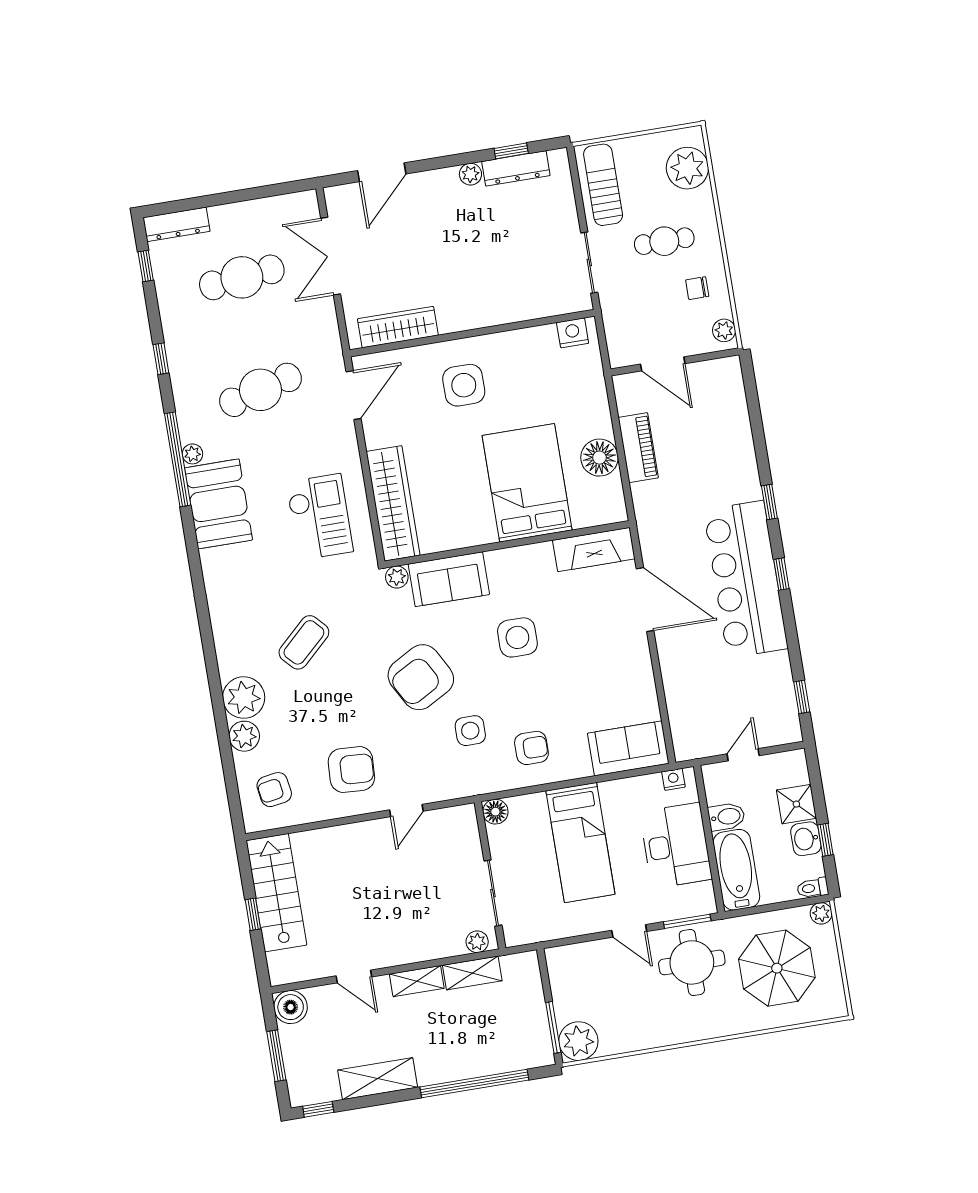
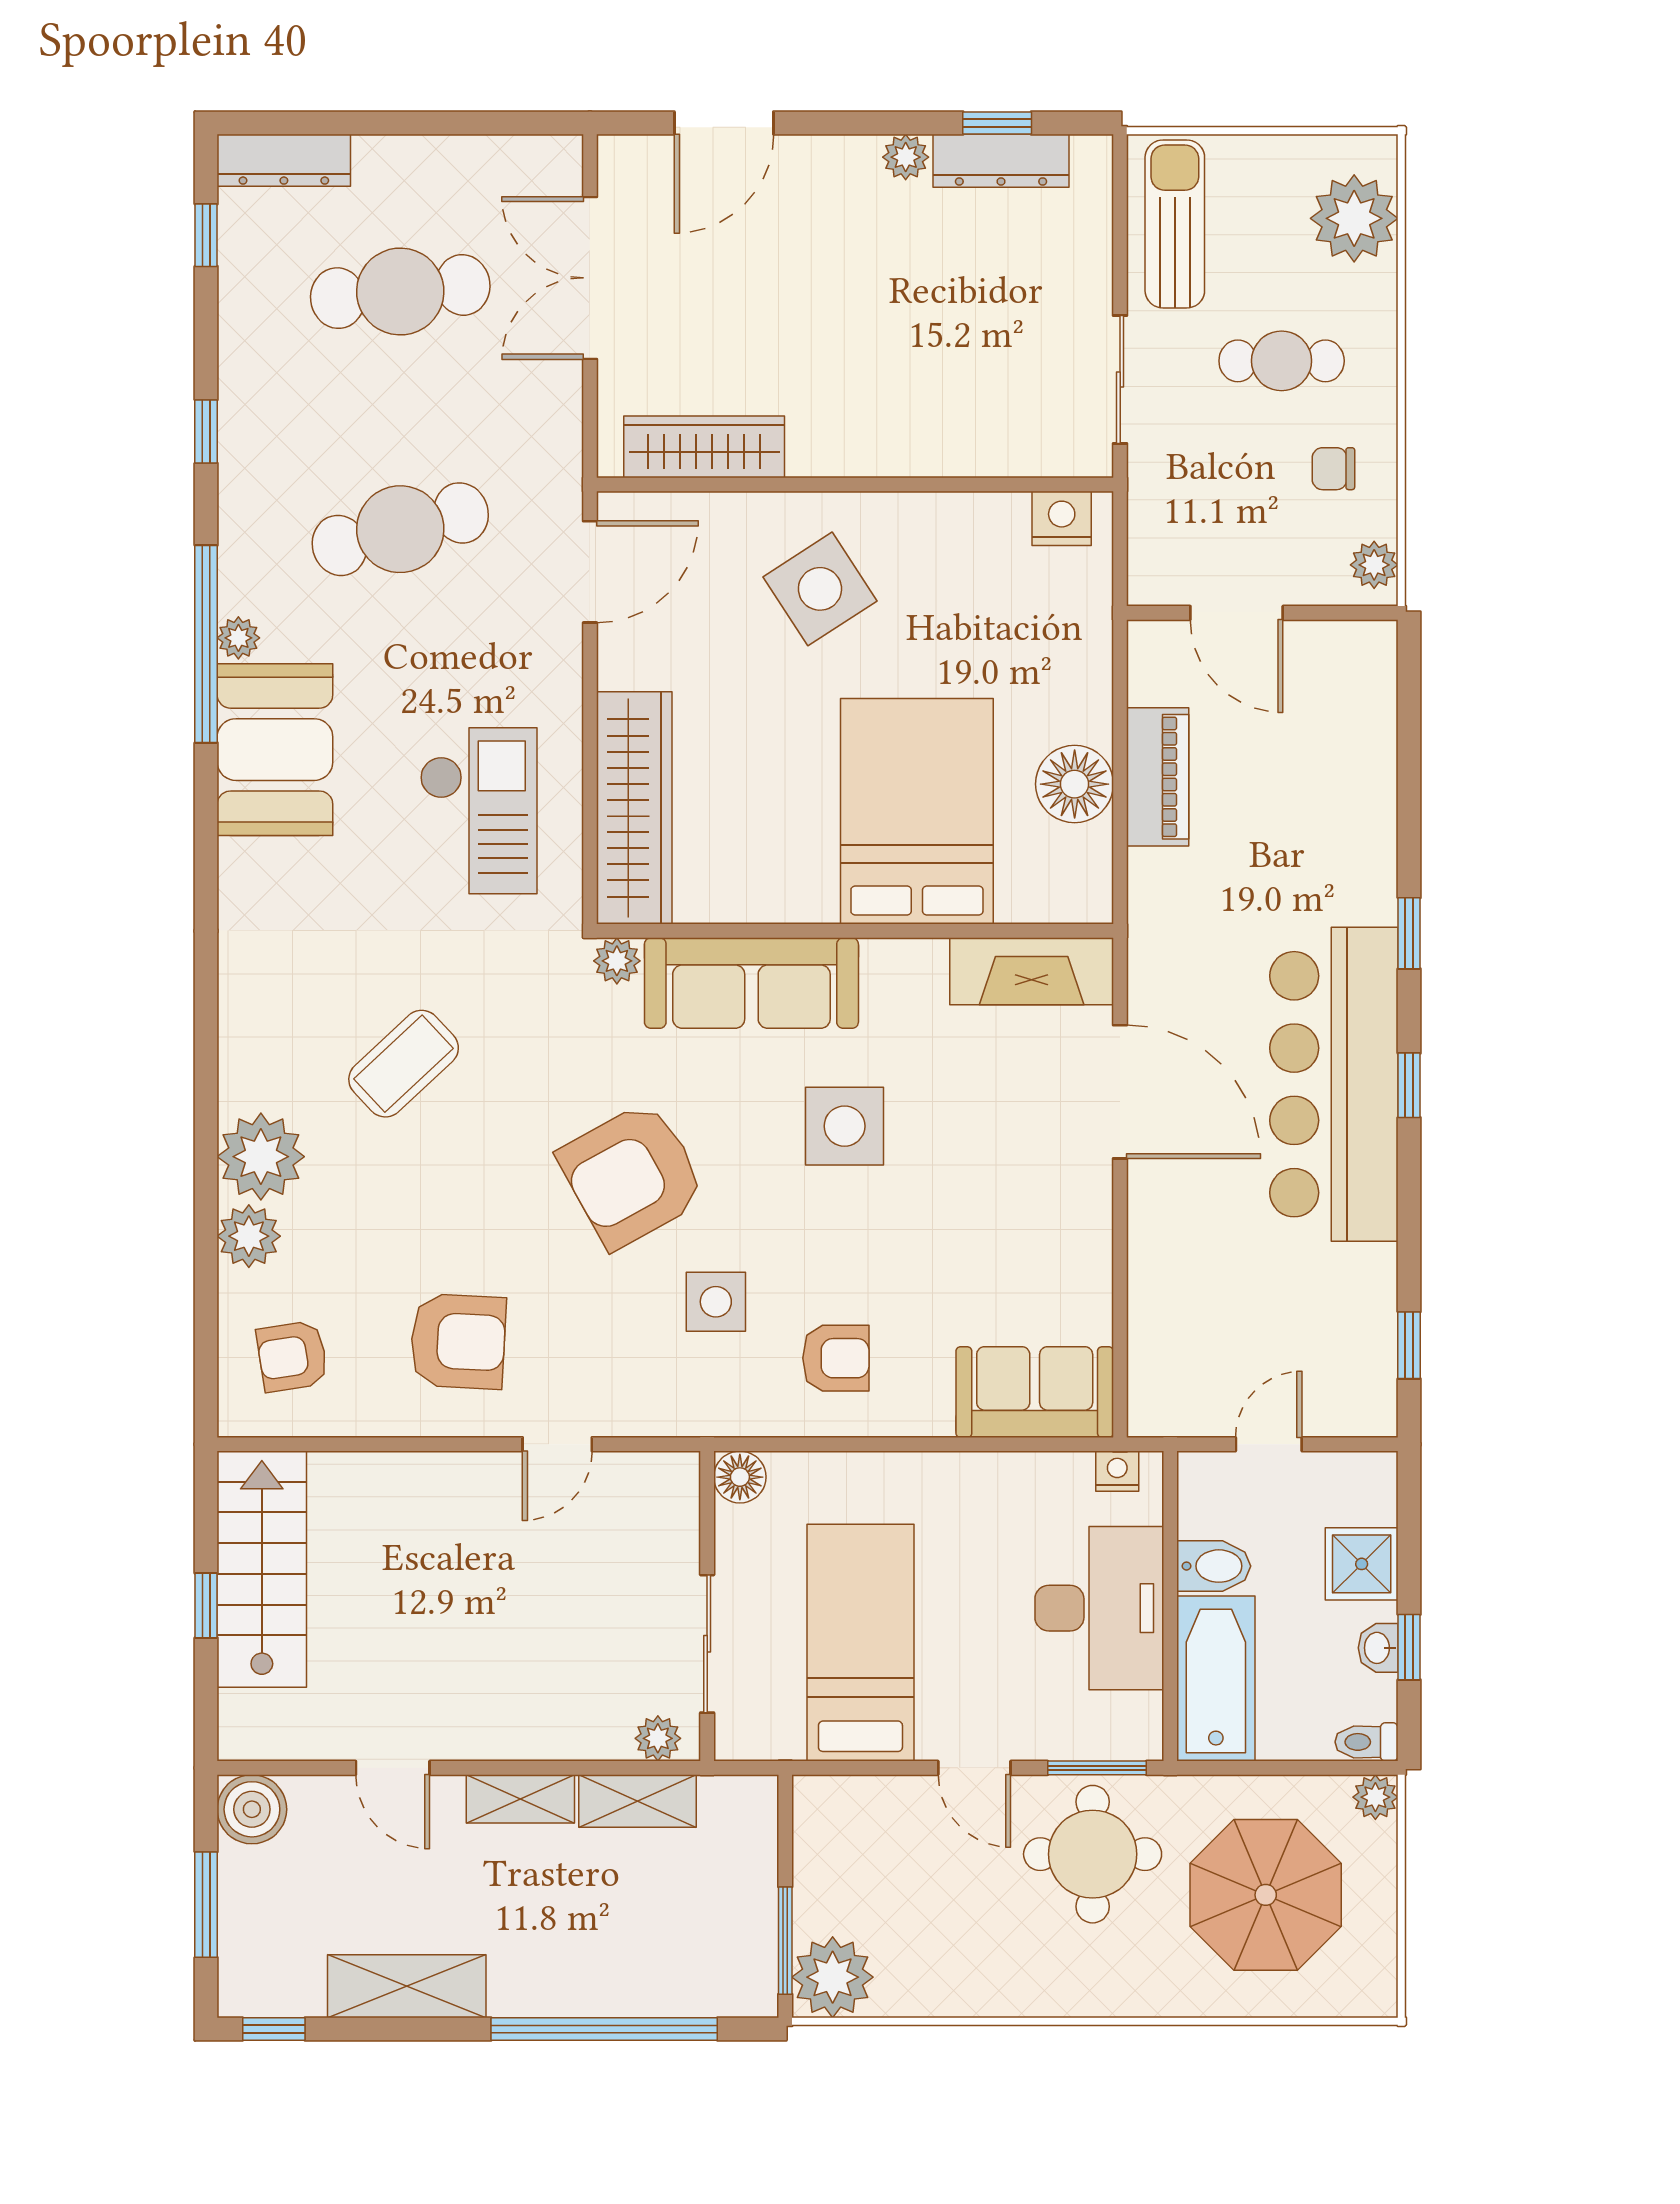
side table: (464, 385) -> (820, 589), turned -33
sofa: (449, 579) -> (751, 983), width x1.36
washbasin: (806, 839) -> (1378, 1648), width x0.72, depth x0.69
bed: (580, 843) -> (860, 1643), moved, turned 180

